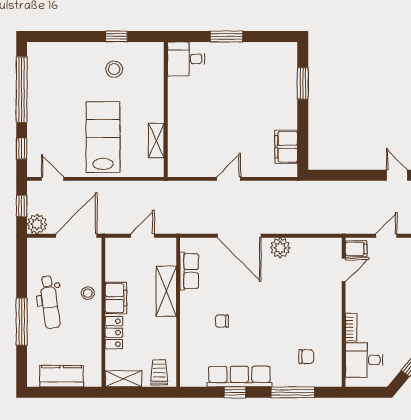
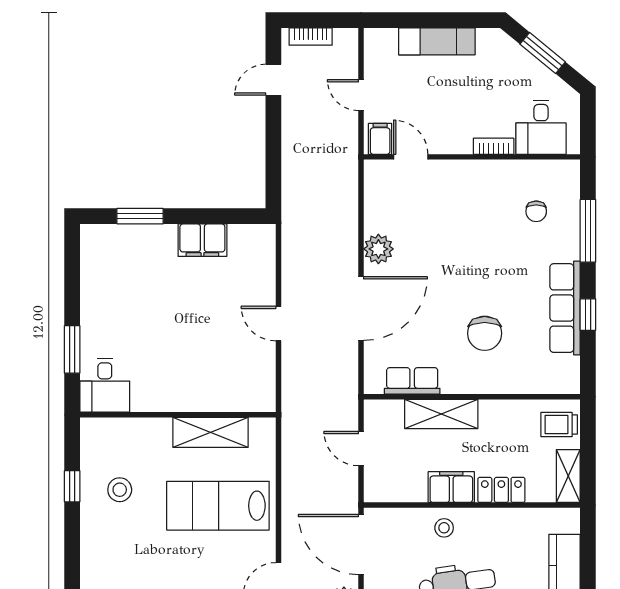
window: (227, 36) -> (72, 349), moved
shelving: (156, 141) -> (211, 432), width x1.50, depth x1.33
filing cabinet: (286, 147) -> (202, 240), moved
chair: (222, 321) -> (485, 333), width x1.87, depth x1.87
chair: (306, 357) -> (536, 211), turned 180

